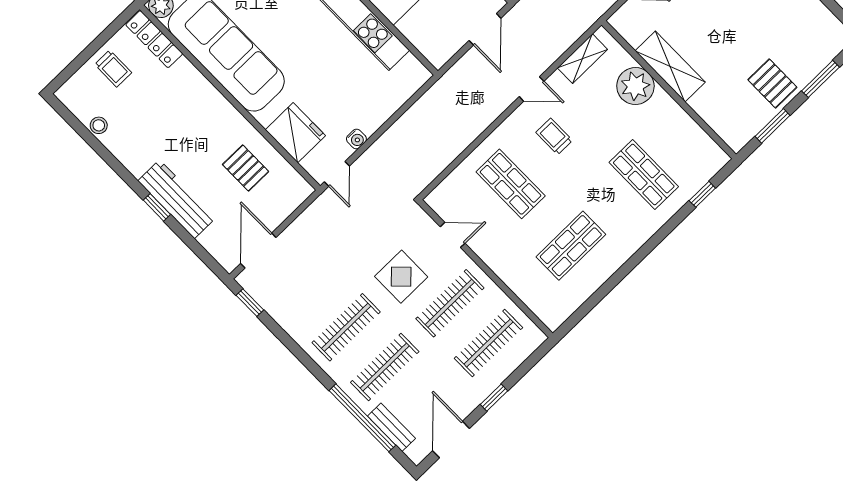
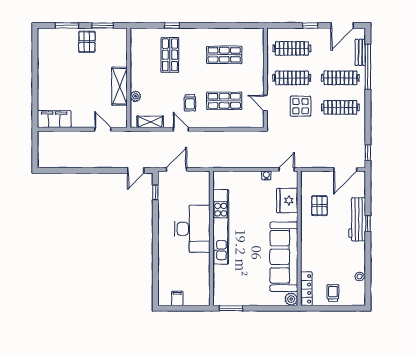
plant: (635, 86) -> (136, 96), width x0.53, depth x0.53
shop shelf: (511, 184) -> (224, 101), turned 90
window: (702, 194) -> (172, 25), moved

